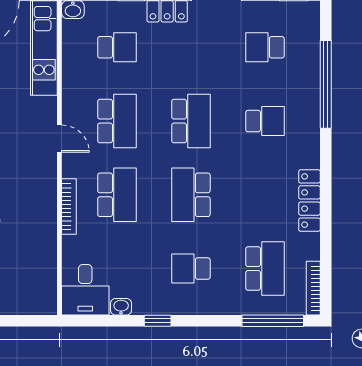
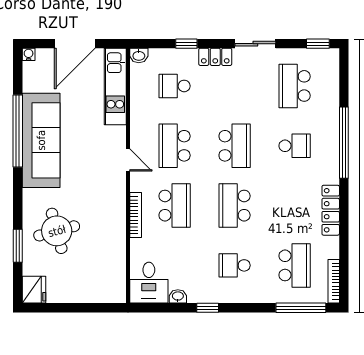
school desk: (117, 47) -> (175, 86), turned 180
school desk: (265, 47) -> (295, 86), width x1.85
window: (326, 84) -> (344, 143), moved
school desk: (117, 121) -> (175, 146), turned 180

